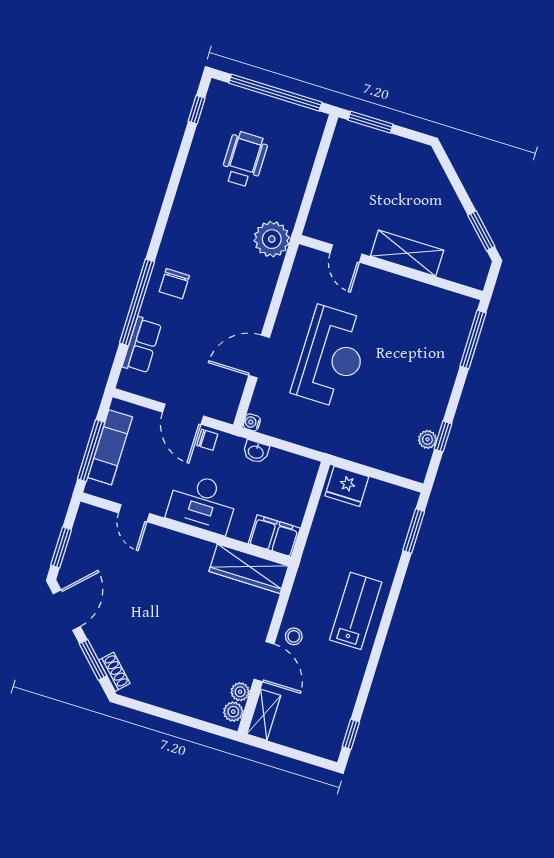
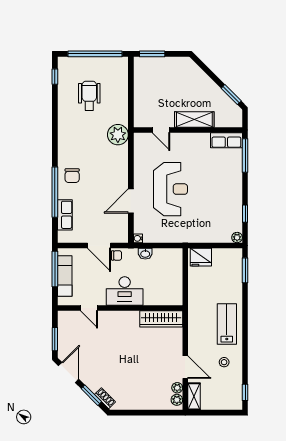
row of seats: (450, 305) -> (226, 140), added
plant: (427, 439) -> (237, 238), moved
window: (91, 451) -> (55, 269), moved
filing cabinet: (274, 536) -> (170, 297), removed
stool: (294, 636) -> (224, 362), moved

